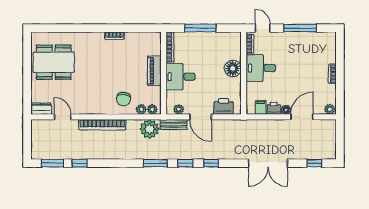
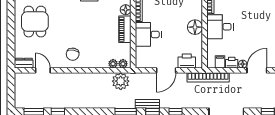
floor lamp: (155, 49) -> (126, 10), added
dining table: (54, 62) -> (35, 22), width x0.73
chair: (123, 99) -> (73, 54), moved
plant: (179, 109) -> (147, 64), removed
door: (200, 117) -> (166, 70), hinge flipped
bookcase: (102, 125) -> (208, 77), moved
bench: (174, 125) -> (147, 104), moved

